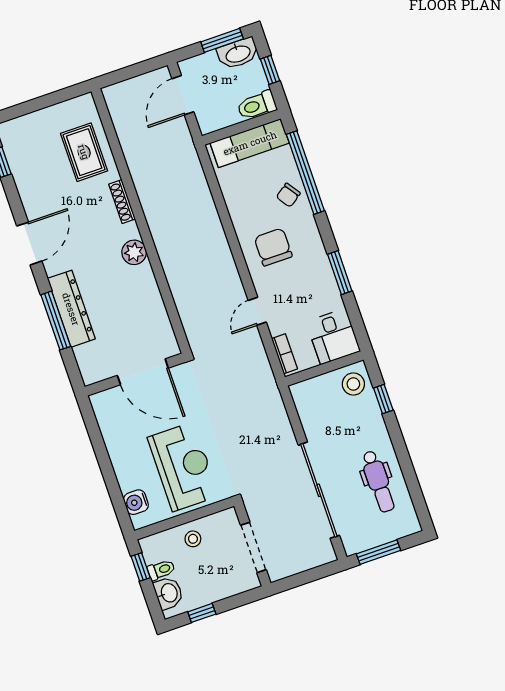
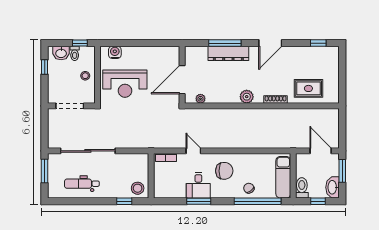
window: (222, 40) -> (342, 171), moved
door: (29, 244) -> (270, 43), hinge flipped
plant: (165, 330) -> (200, 99), added
desk: (333, 336) -> (198, 185), moved, turned -90

